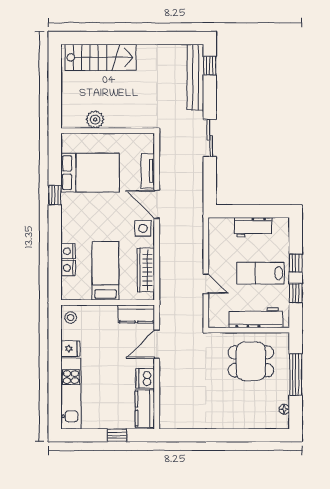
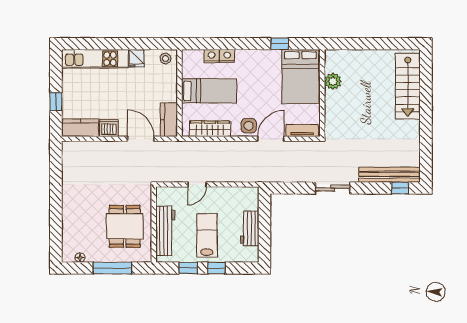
plant: (95, 119) -> (333, 81), moved
wall: (108, 131) -> (322, 93), moved

